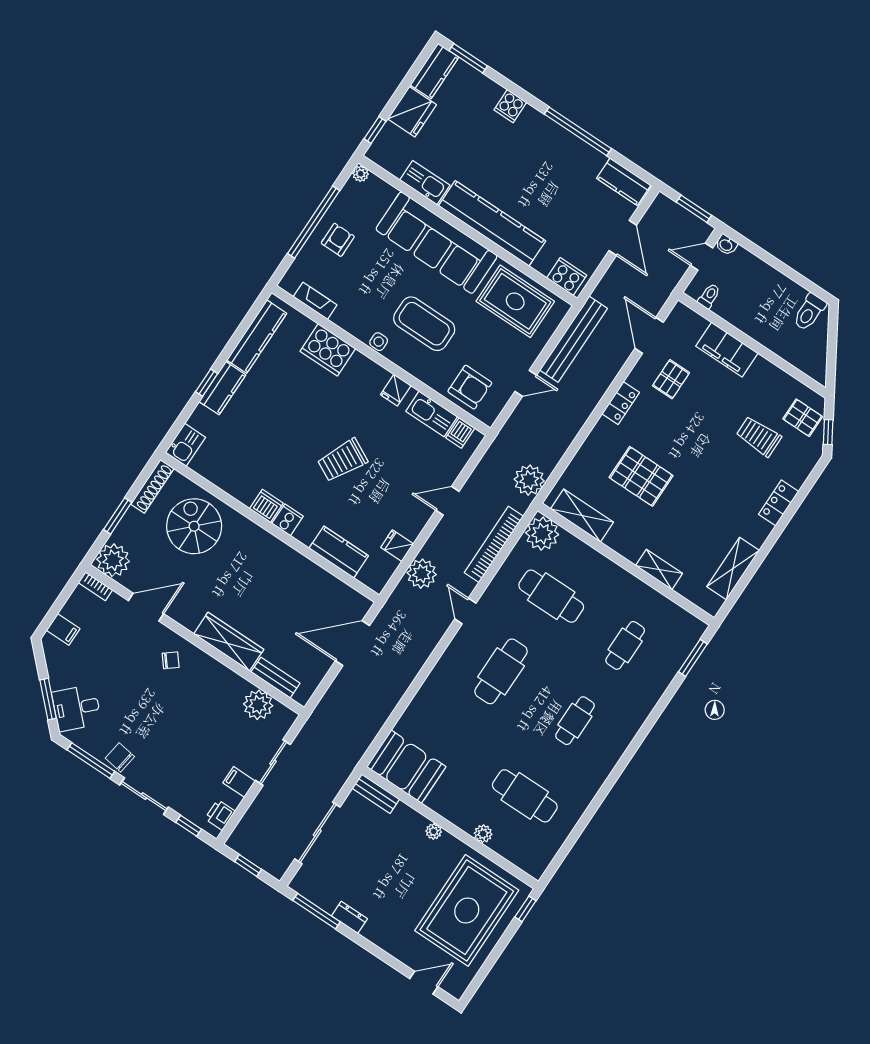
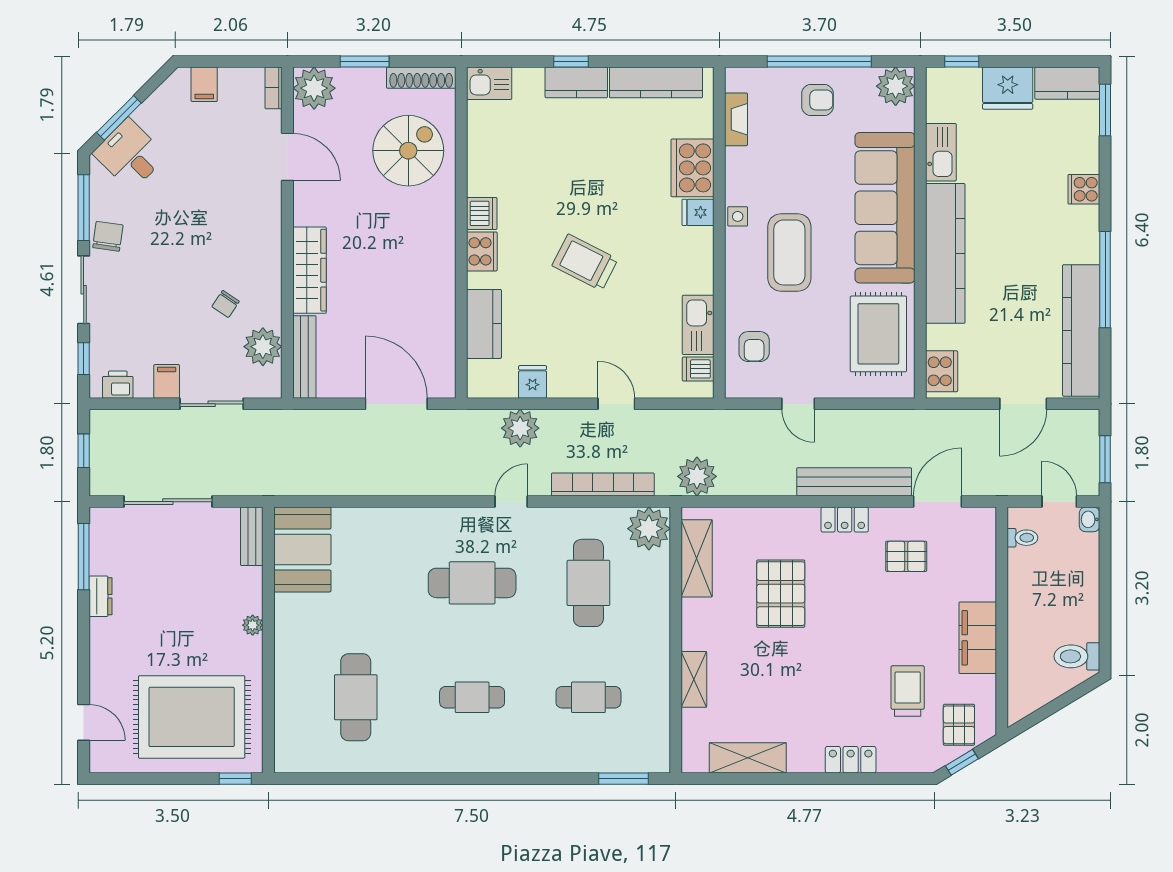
plant: (361, 174) -> (896, 86), width x1.88, depth x1.88
kitchen counter: (624, 182) -> (1081, 330), width x2.08, depth x1.17
bench: (574, 339) -> (854, 482), moved
filing cabinet: (727, 350) -> (978, 638), moved
armchair: (470, 387) -> (754, 347), width x0.72, depth x0.72
fridge: (396, 390) -> (698, 212), moved
cooker: (288, 520) -> (482, 251), width x1.36
chair: (171, 660) -> (226, 304), moved, turned 73
bench: (275, 678) -> (304, 357), width x1.36
plant: (483, 834) -> (285, 680), removed

